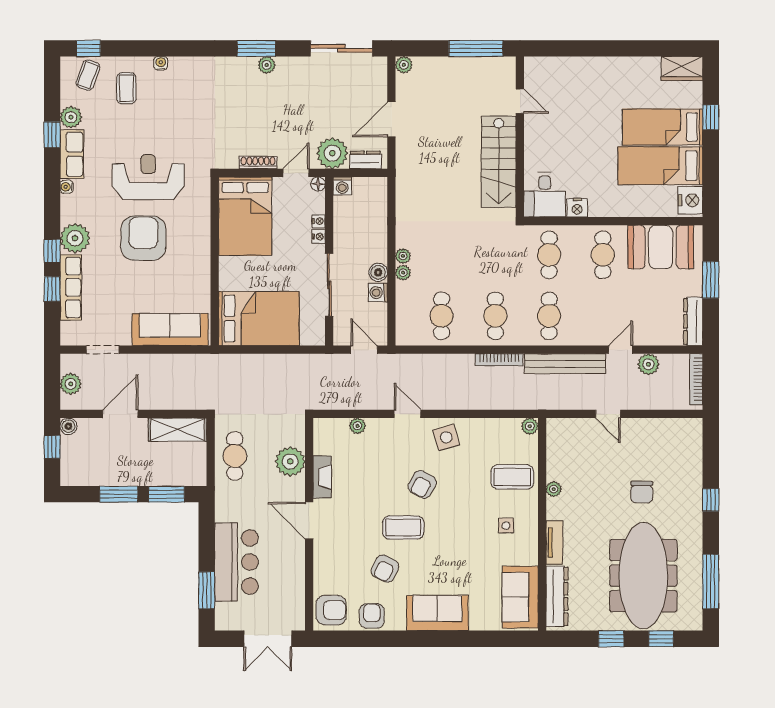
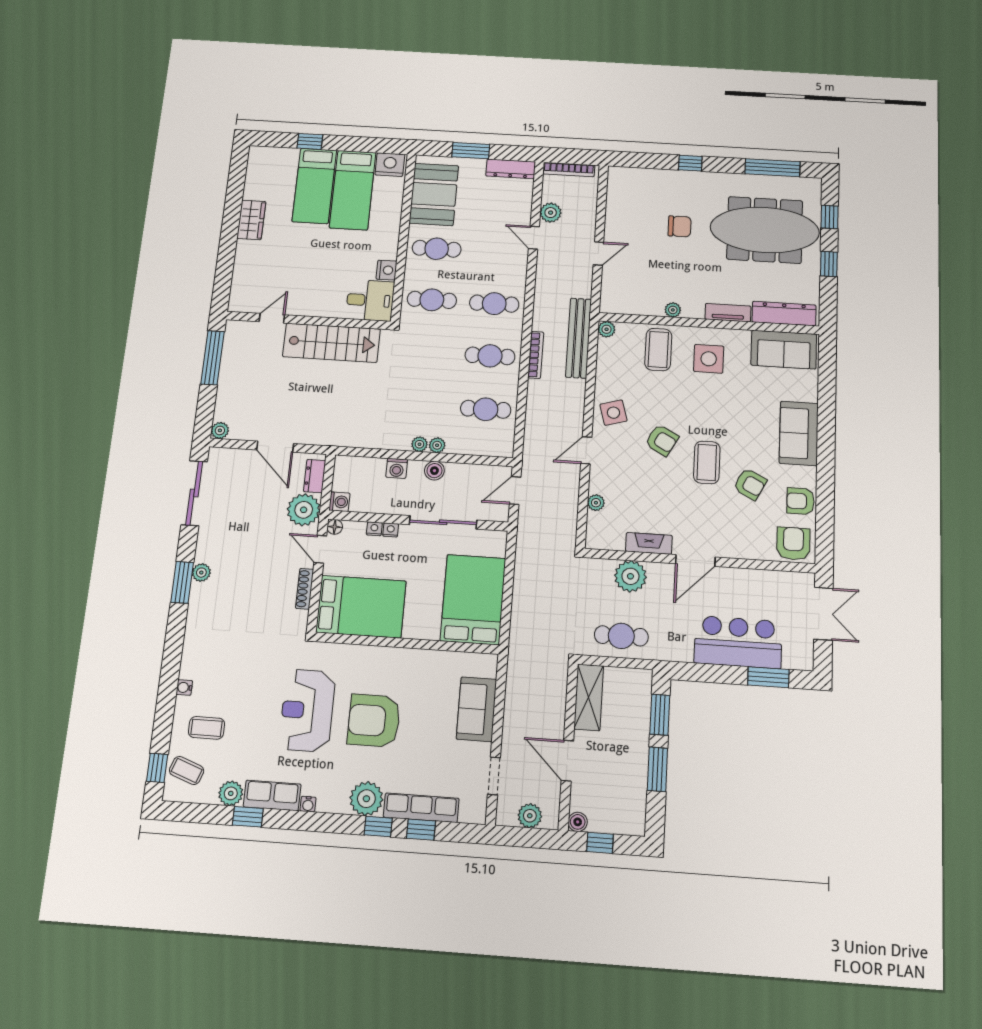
wardrobe: (682, 68) -> (251, 220), moved
washing machine: (378, 293) -> (397, 468), moved
sofa: (170, 329) -> (476, 709), width x0.73
bench: (565, 364) -> (579, 338), moved
side table: (506, 526) -> (709, 359), width x1.87, depth x1.87

